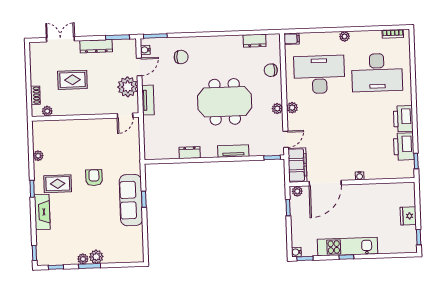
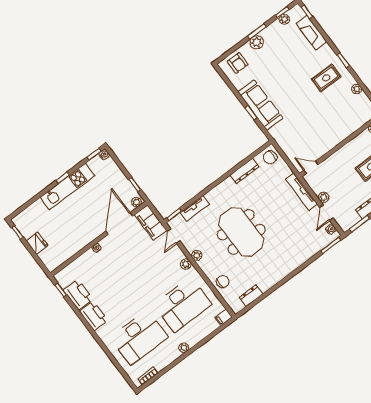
chair: (181, 57) -> (270, 157), moved
desk: (377, 73) -> (139, 337), turned 180
plant: (128, 87) -> (324, 197), width x0.53, depth x0.53
tv unit: (148, 100) -> (302, 192), width x1.41
meeting table: (225, 102) -> (241, 232), turned 90
door: (125, 116) -> (311, 167), hinge flipped
tv unit: (233, 151) -> (195, 208), moved
dresser: (190, 153) -> (244, 171), width x1.44
armchair: (94, 178) -> (238, 63), moved
fireplace: (42, 212) -> (312, 33), moved
plant: (83, 259) -> (284, 19), moved

